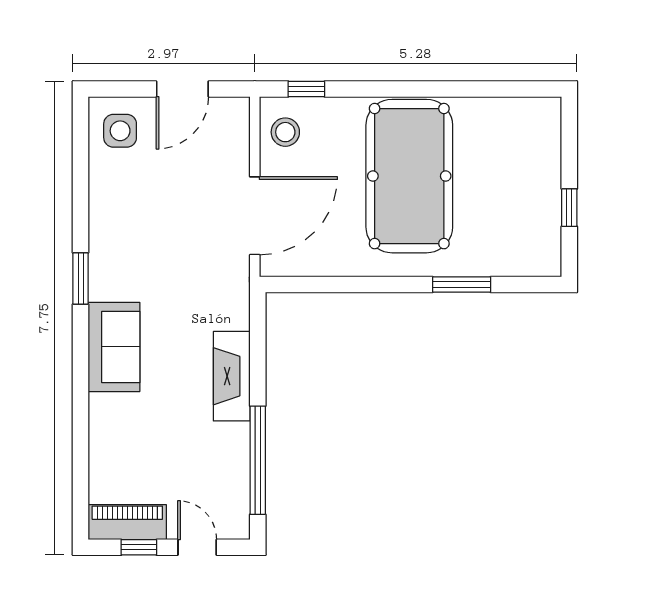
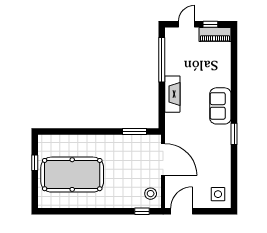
door: (182, 89) -> (182, 211), moved
pool table: (409, 176) -> (72, 175), moved, turned 90
door: (255, 216) -> (163, 159), swing flipped
window: (462, 285) -> (134, 131), moved
door: (197, 547) -> (187, 24), swing flipped

